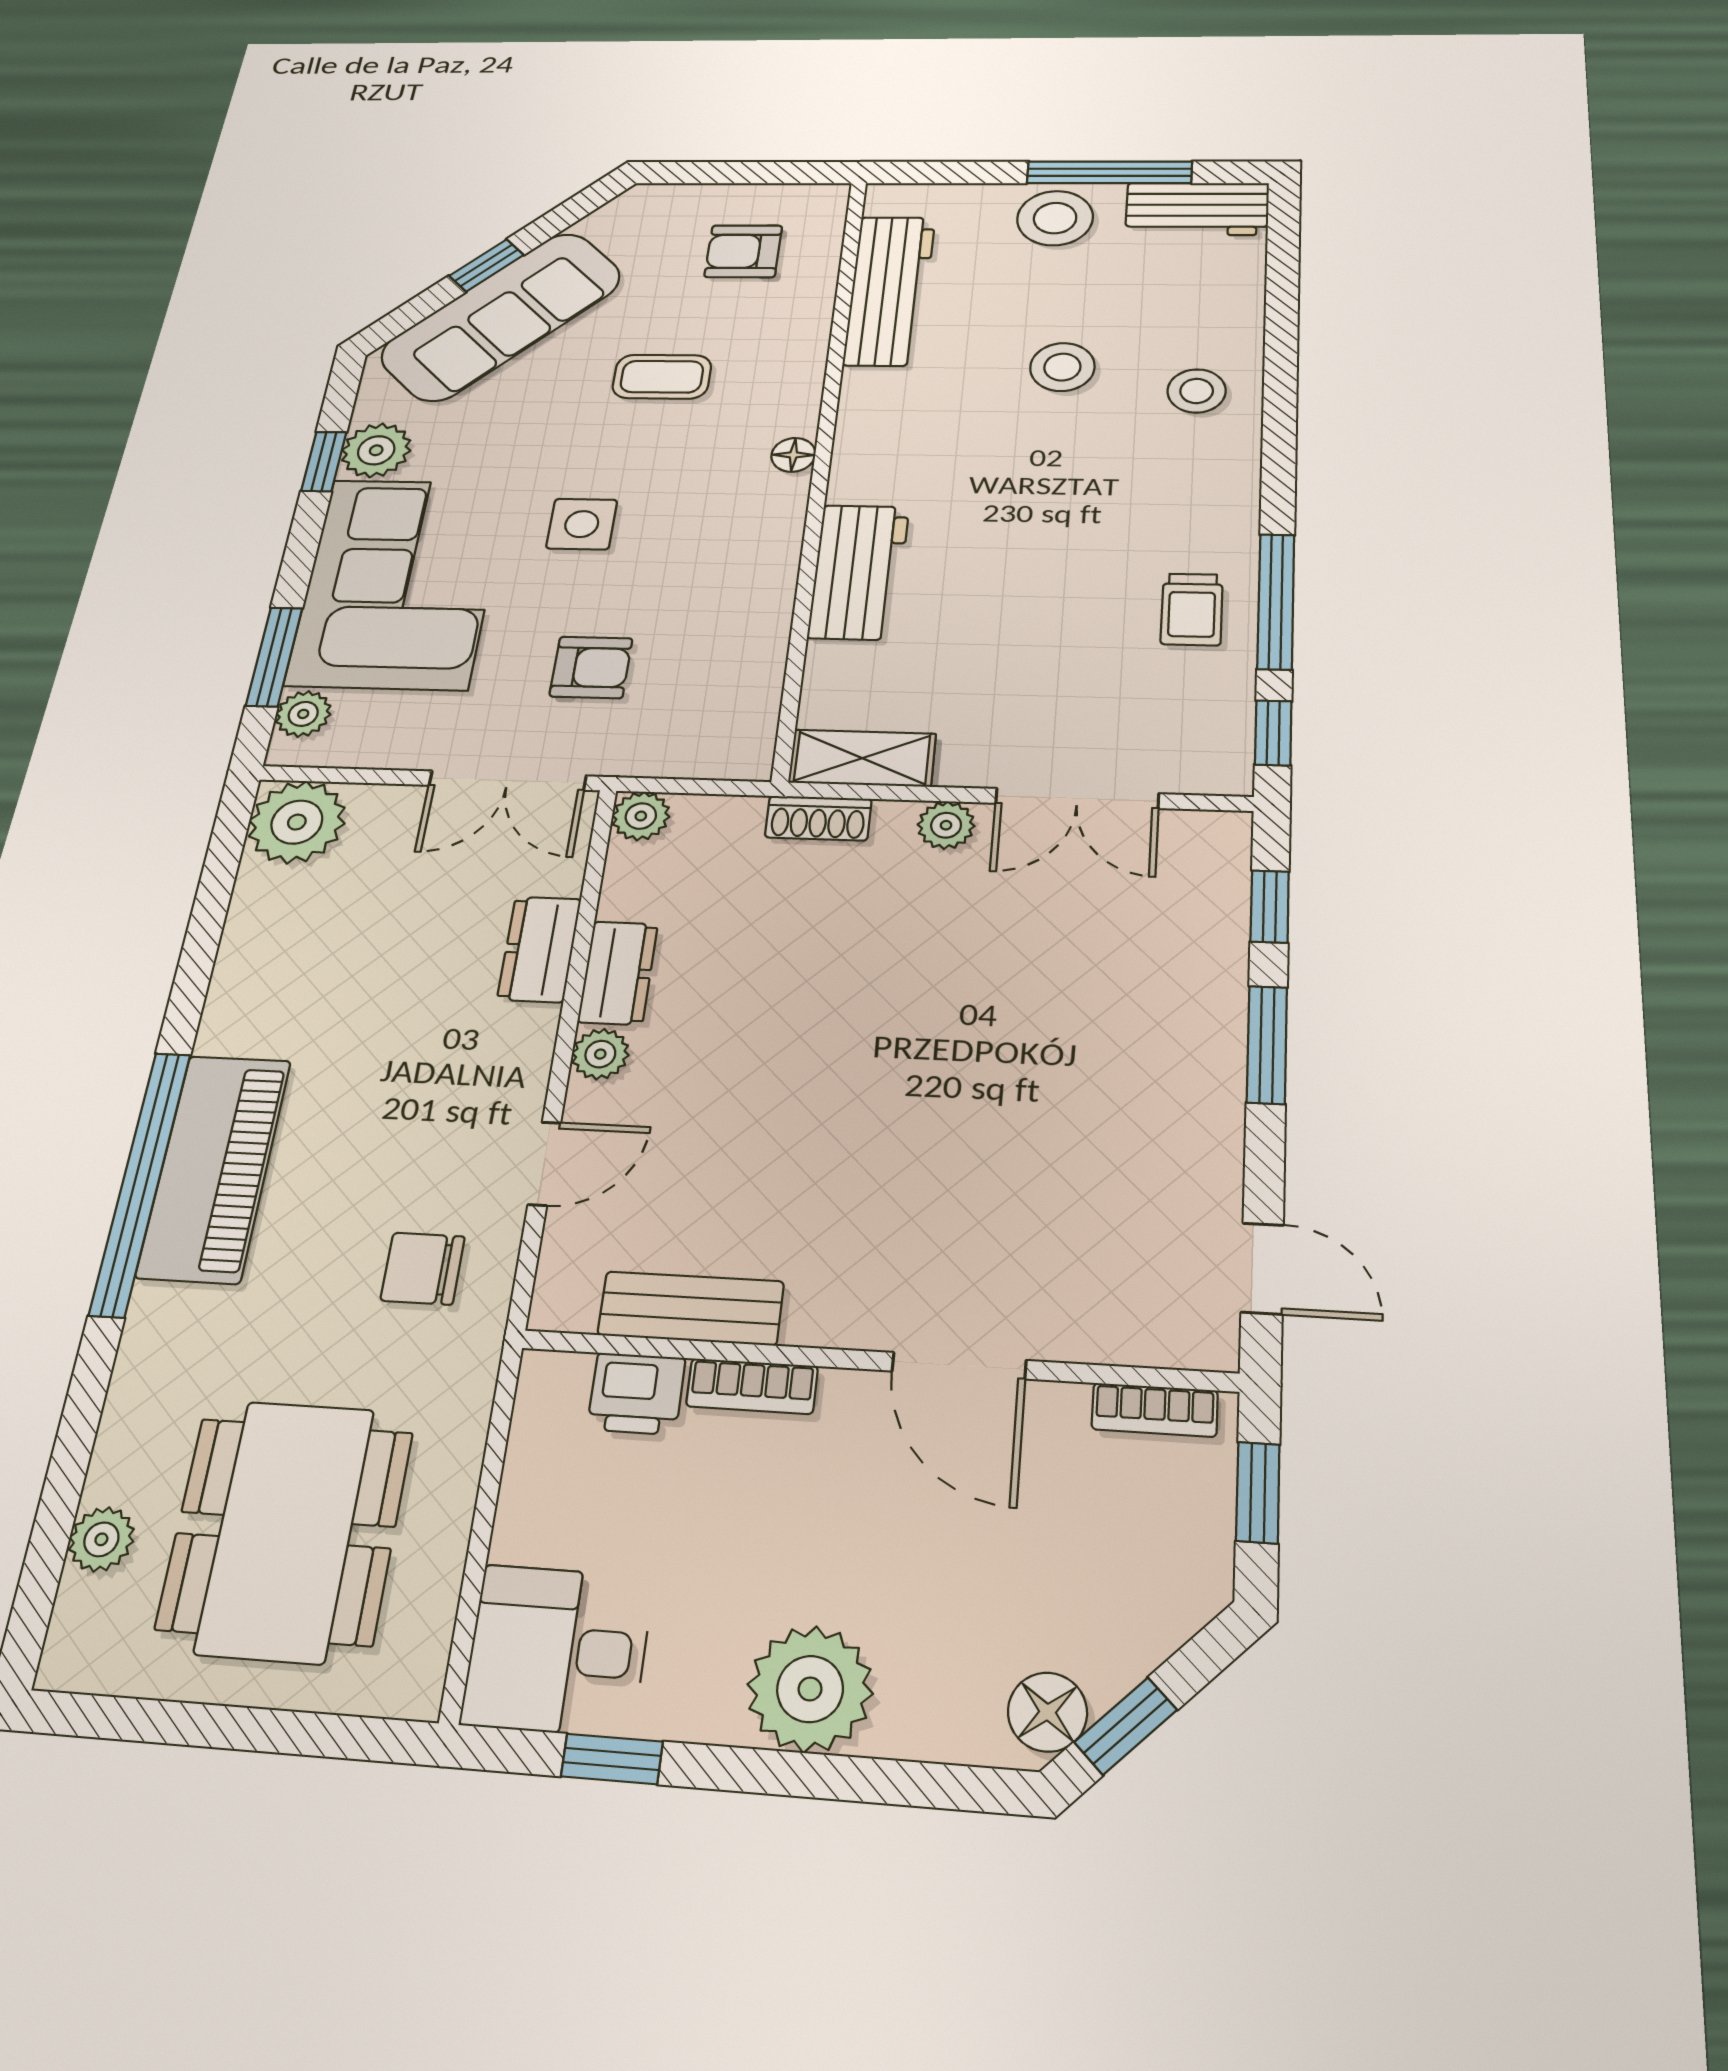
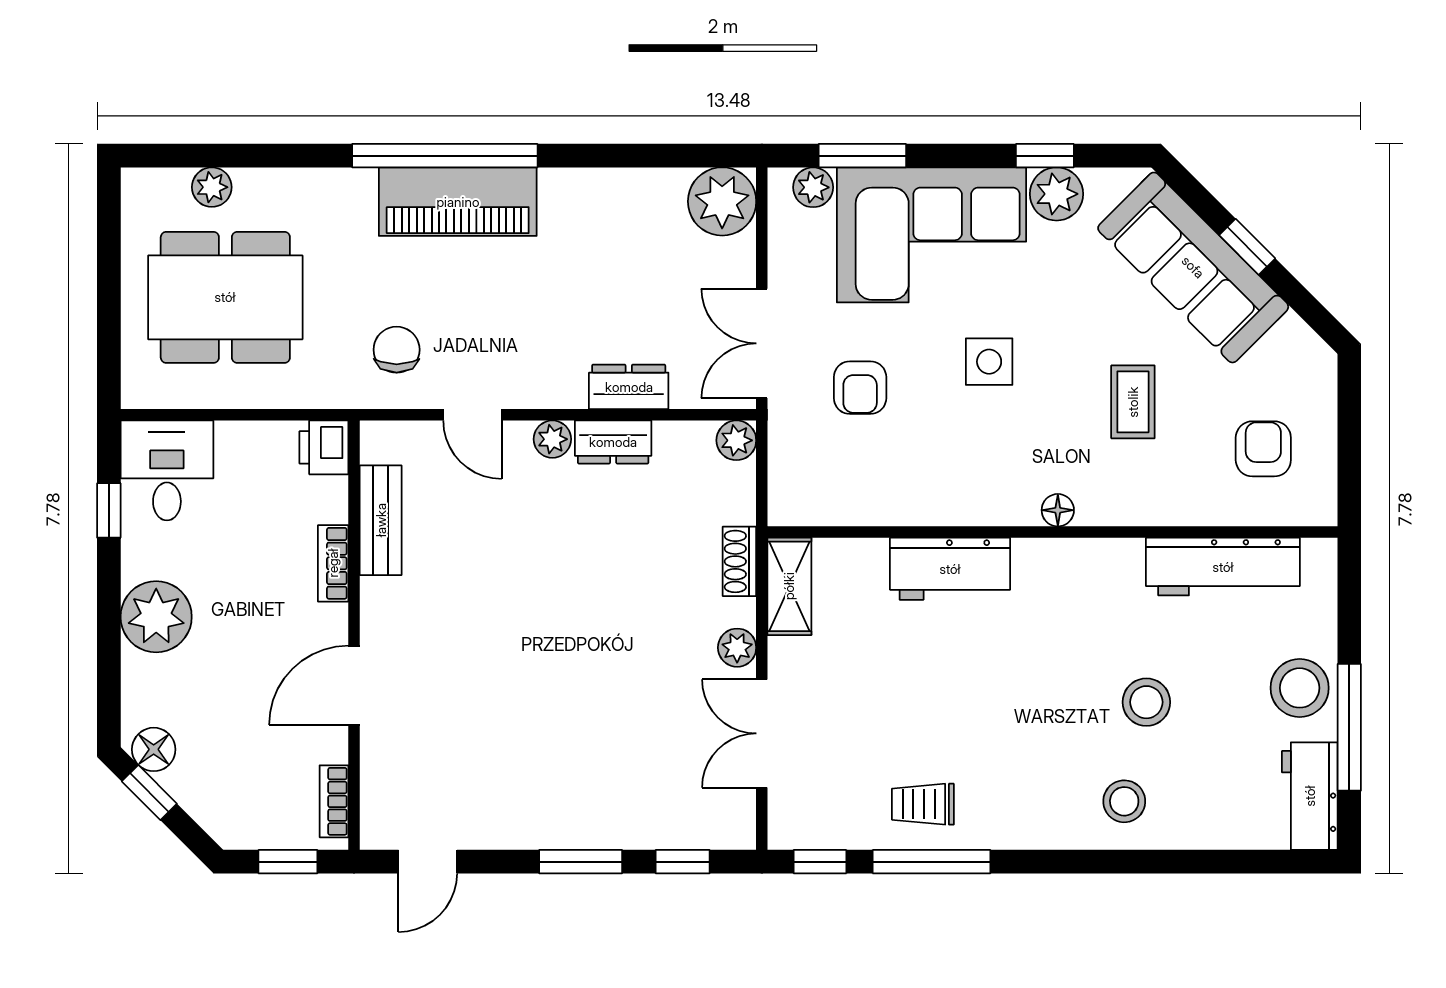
printer: (636, 1394) -> (324, 447), moved

